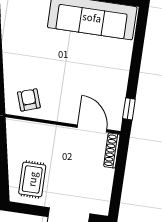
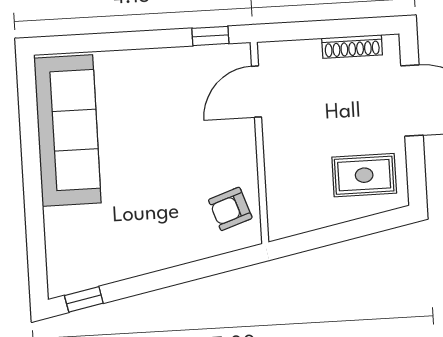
shoe rack: (112, 150) -> (352, 47), moved

